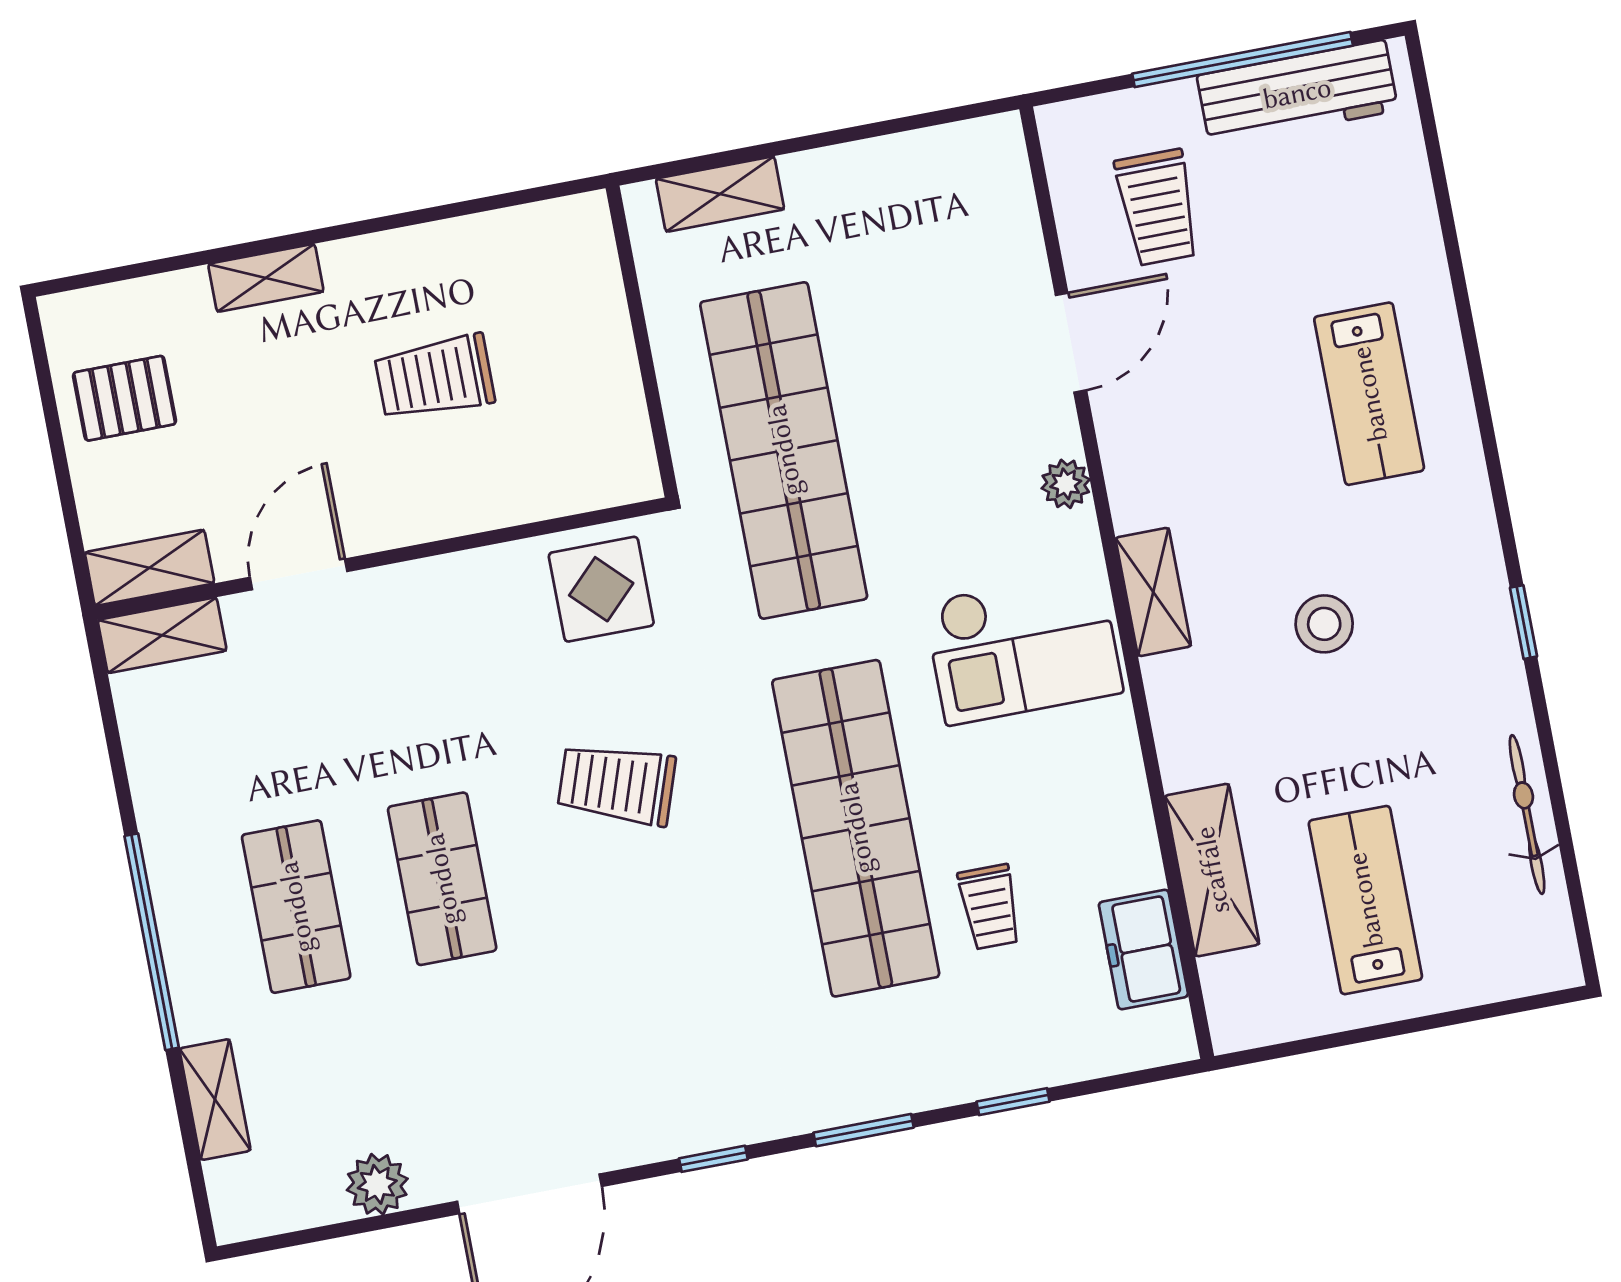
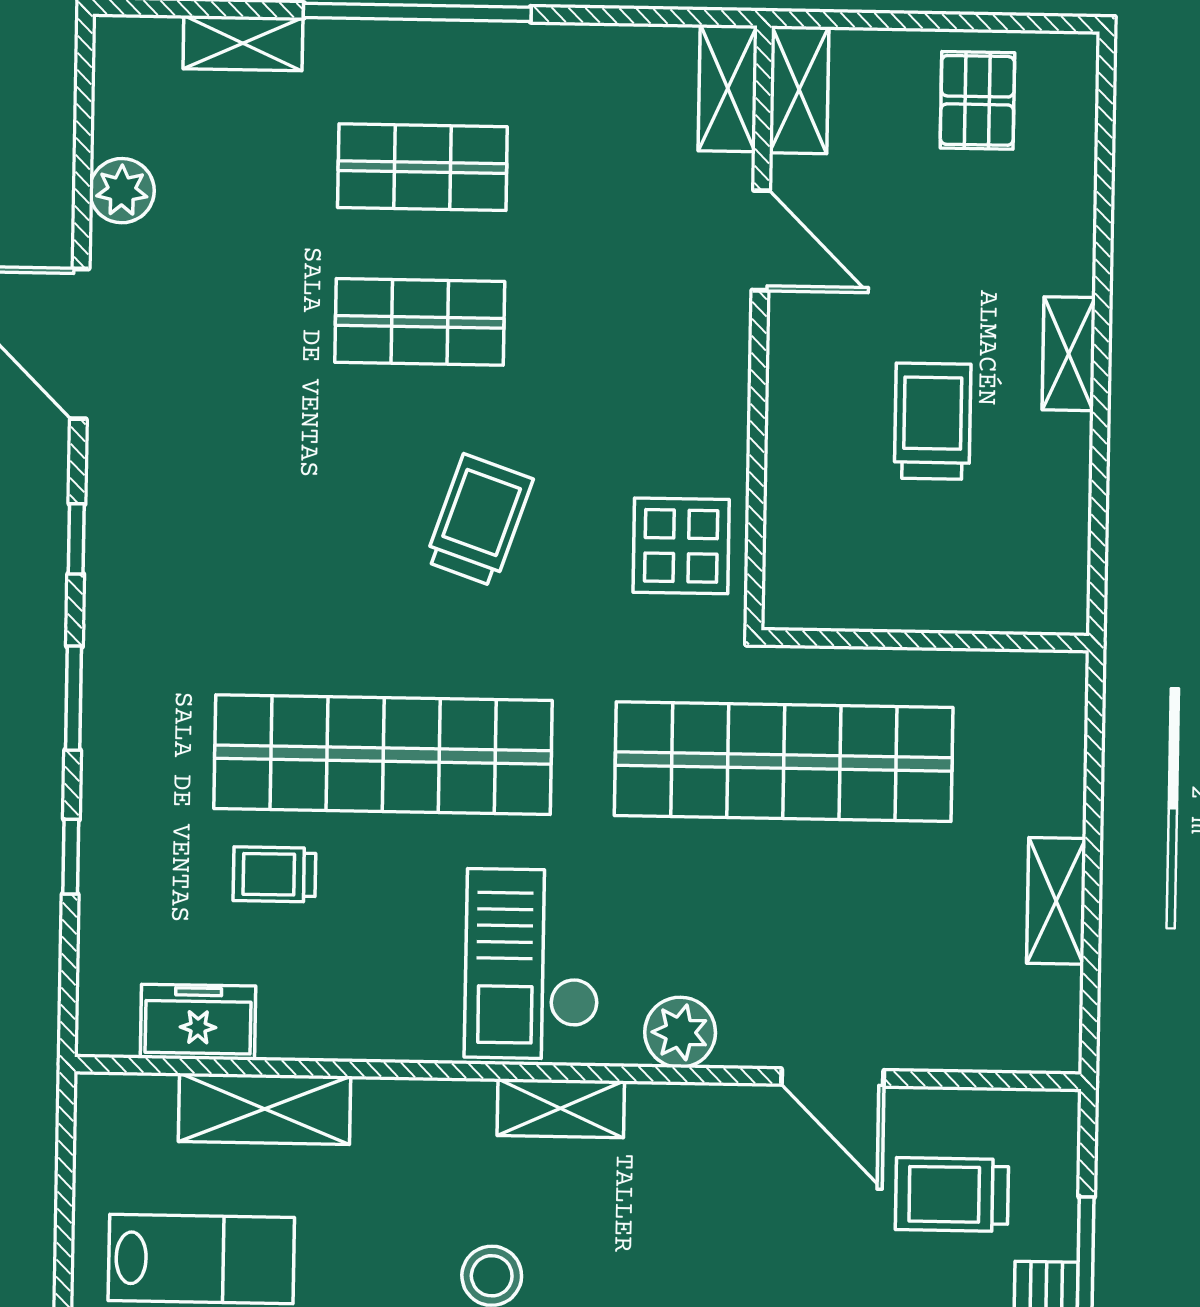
shelving: (720, 194) -> (1056, 901), moved
shelving: (266, 278) -> (1069, 354), moved
plant: (1066, 484) -> (680, 1032), width x1.38, depth x1.38

